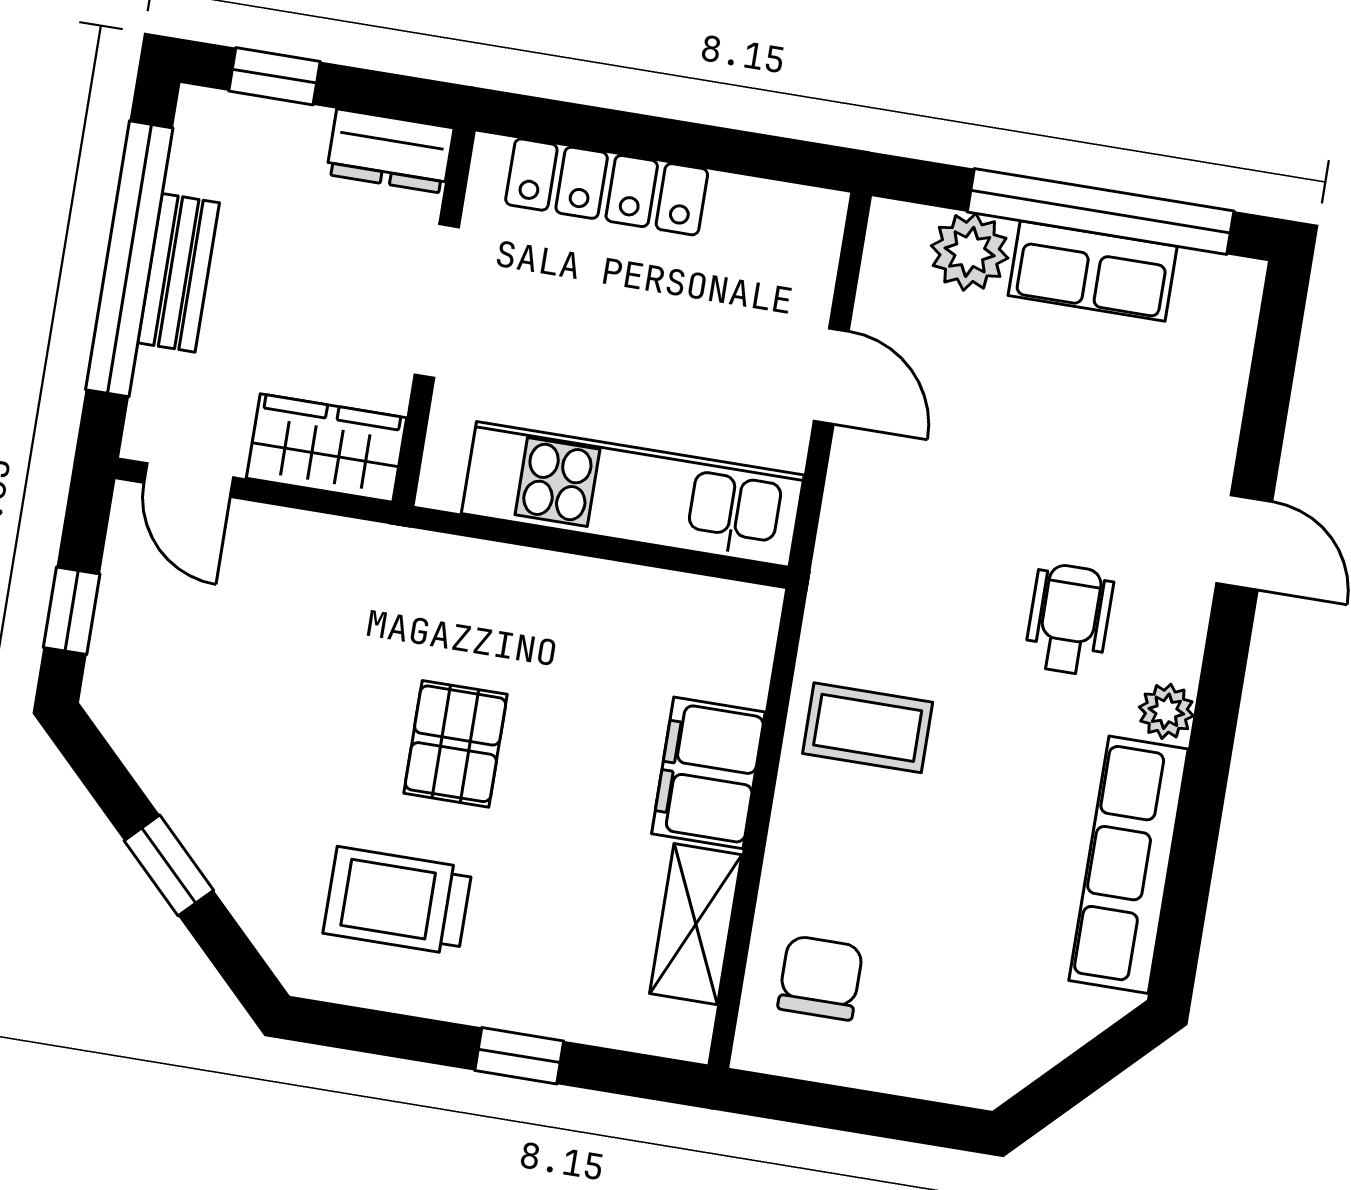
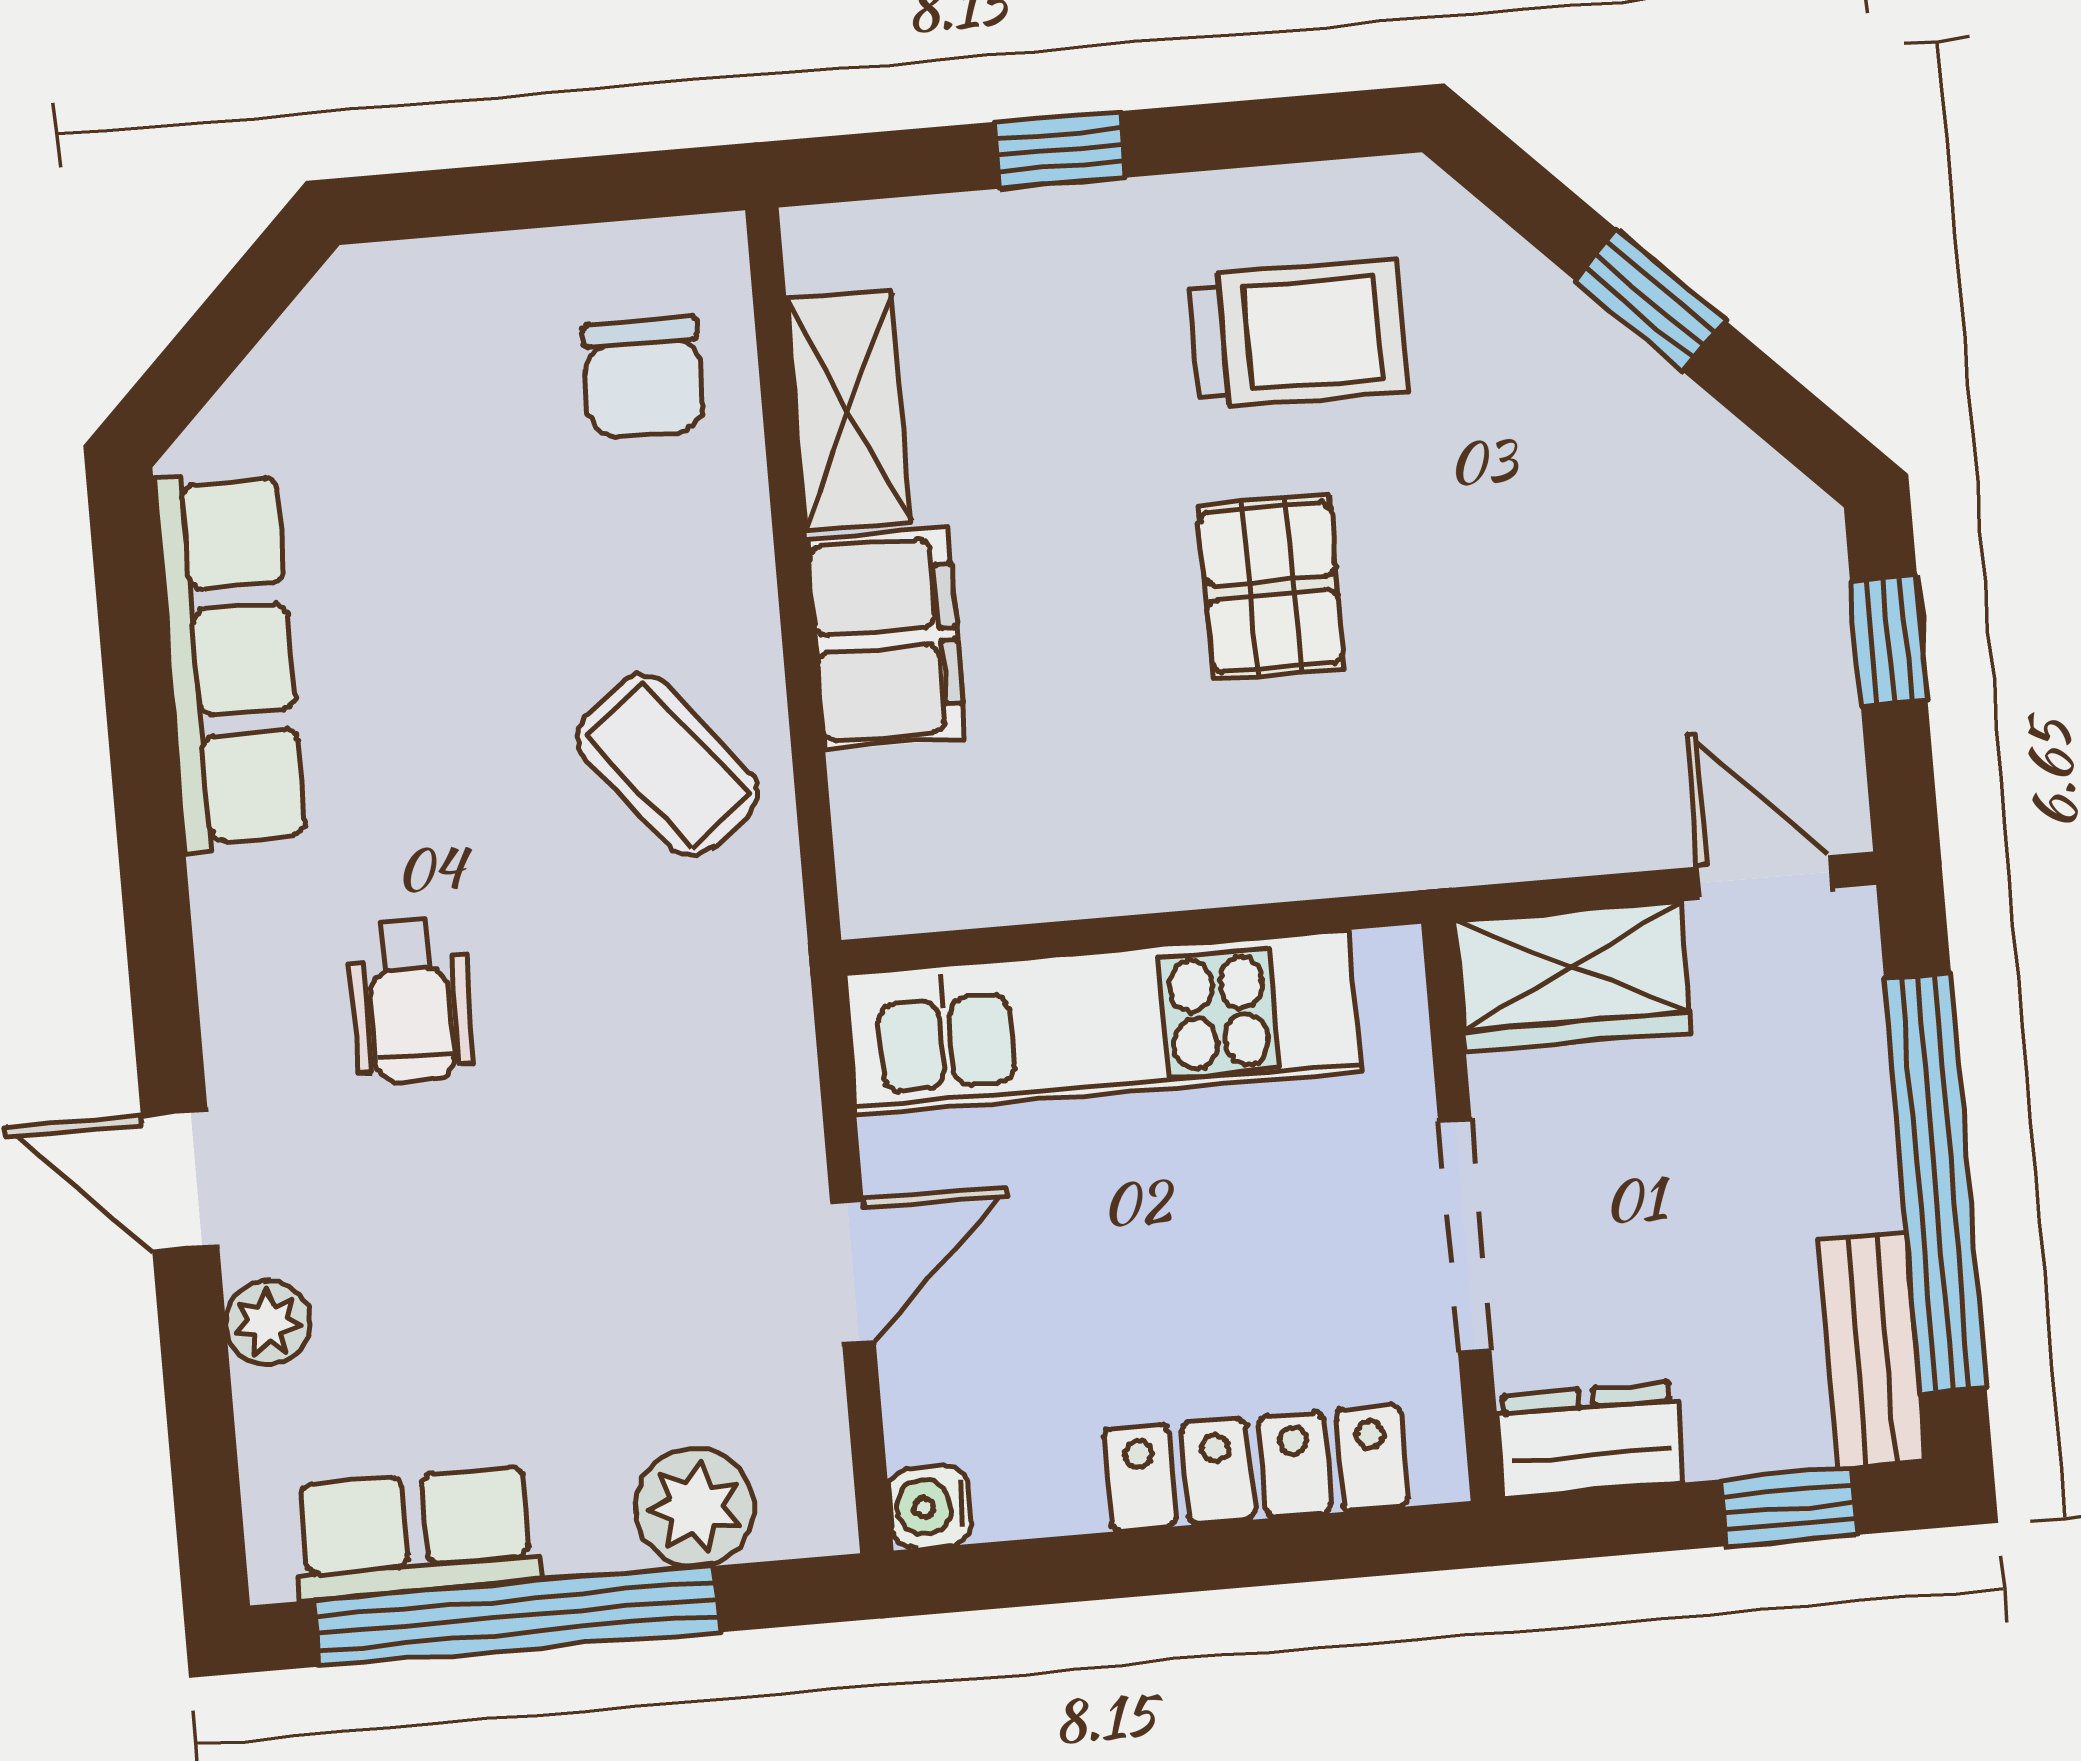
water cooler: (820, 214) -> (930, 1507), added
row of seats: (1093, 271) -> (416, 1533), moved
bench: (179, 273) -> (1872, 1350), moved
door: (831, 376) -> (853, 1272), swing flipped
plant: (1166, 711) -> (268, 1323), moved
coffee table: (868, 728) -> (668, 765), turned 51

